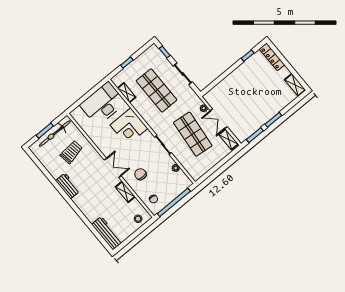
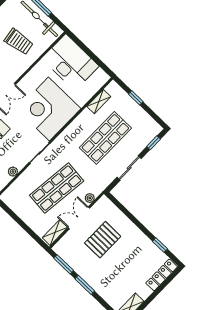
pallet: (238, 101) -> (103, 240), added
desk: (103, 104) -> (70, 62), moved
corner desk: (129, 127) -> (49, 109), width x1.36, depth x1.36

